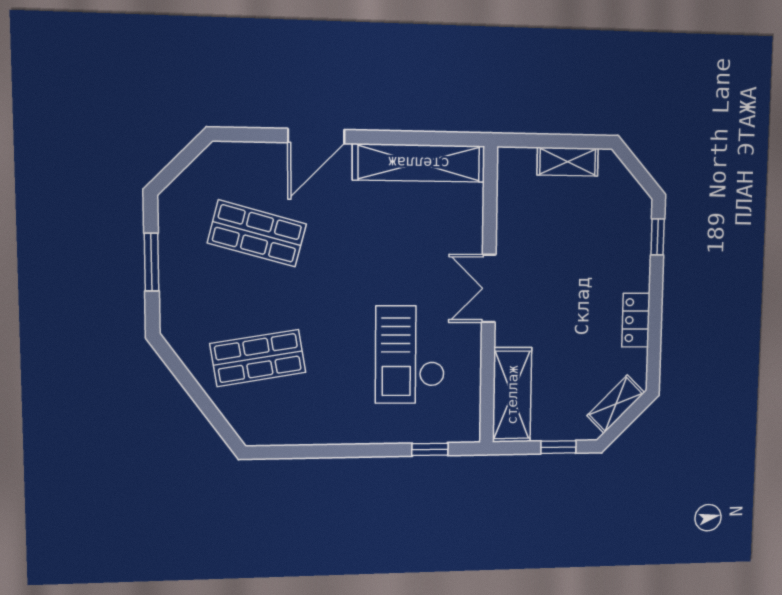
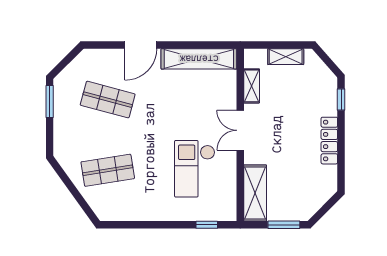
window: (151, 262) -> (50, 102), moved
locker: (636, 320) -> (329, 141), width x1.53
shelving: (616, 404) -> (252, 86), moved, turned -45
window: (558, 447) -> (284, 225), width x1.50

